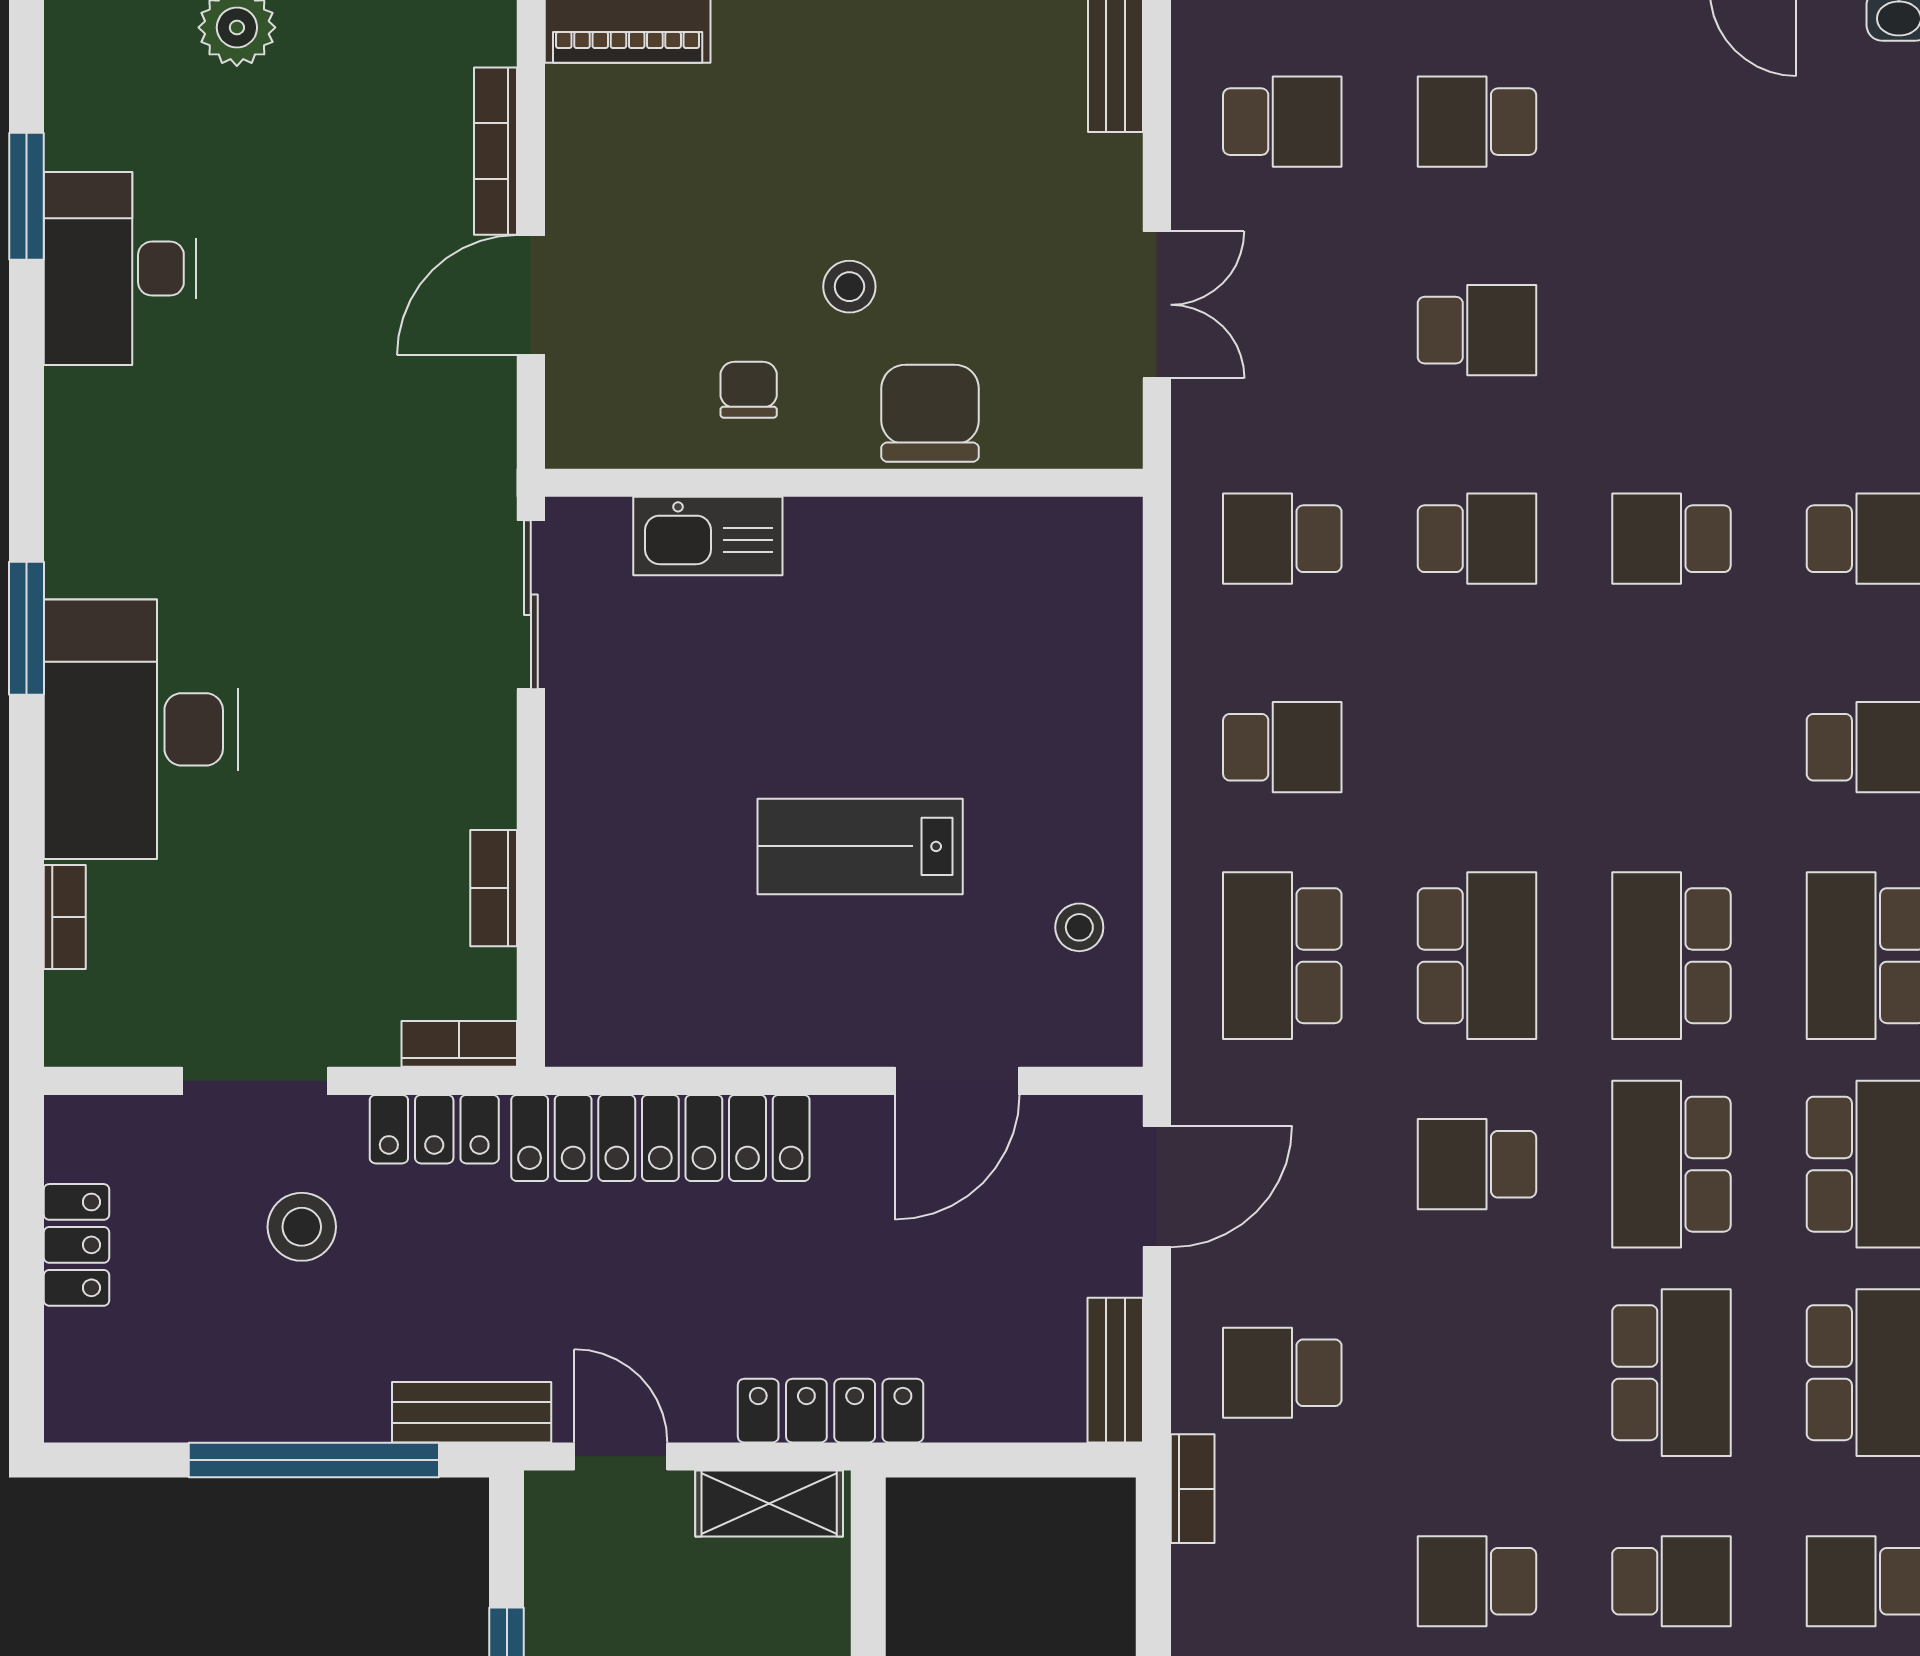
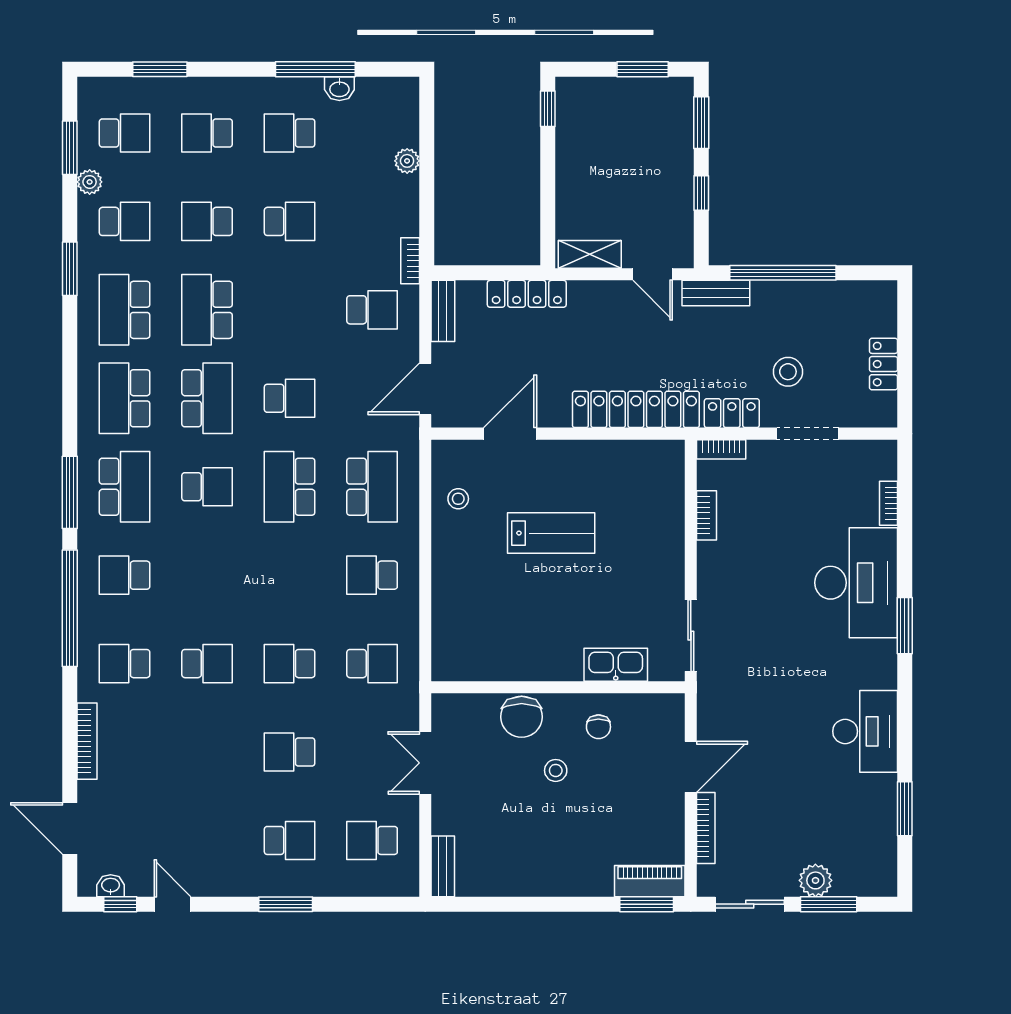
desk: (120, 269) -> (865, 731), moved
school desk: (1671, 956) -> (207, 487), width x0.54
locker: (831, 1411) -> (527, 294), moved

